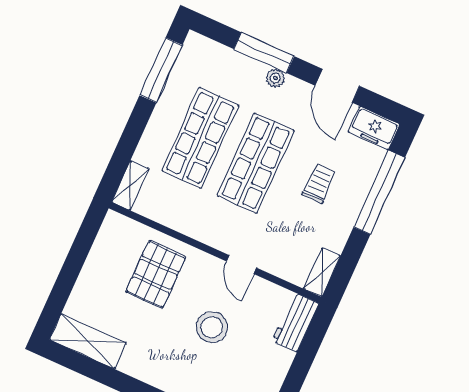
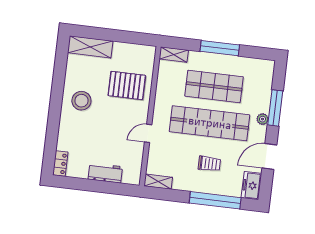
window: (161, 70) -> (220, 48), moved
shop shelf: (256, 163) -> (210, 123), width x1.40
workbench: (295, 322) -> (105, 173), moved
stool: (212, 327) -> (81, 101), moved
shelving: (88, 341) -> (90, 47), moved, turned 90

